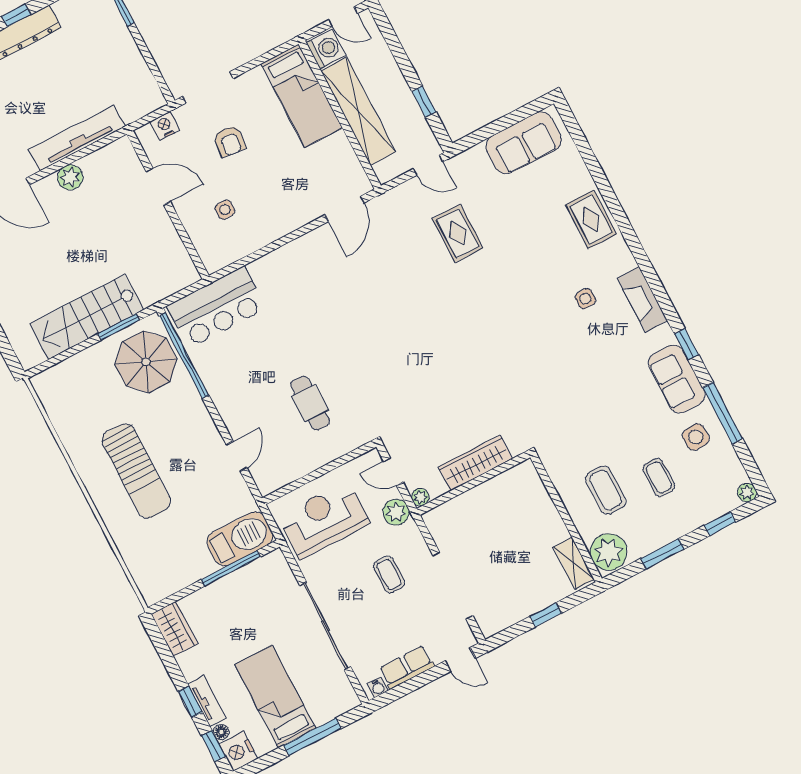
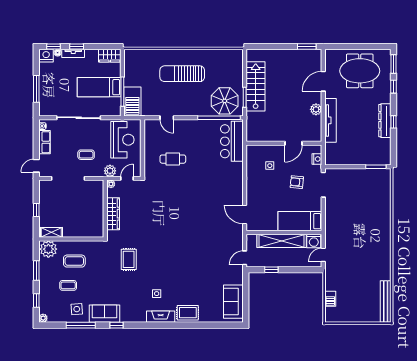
rug: (458, 233) -> (129, 259), moved, turned 90
fireplace: (642, 299) -> (161, 317), moved
bed: (275, 697) -> (99, 87), moved, turned 180

